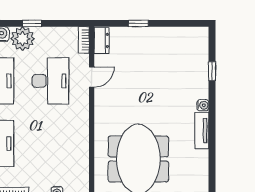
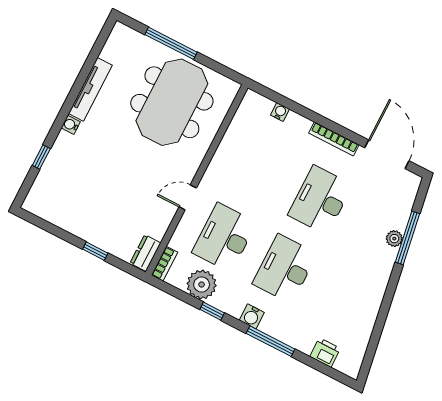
plant: (23, 39) -> (202, 285), moved
door: (92, 77) -> (188, 197), moved
tv unit: (202, 131) -> (90, 89), width x1.41

